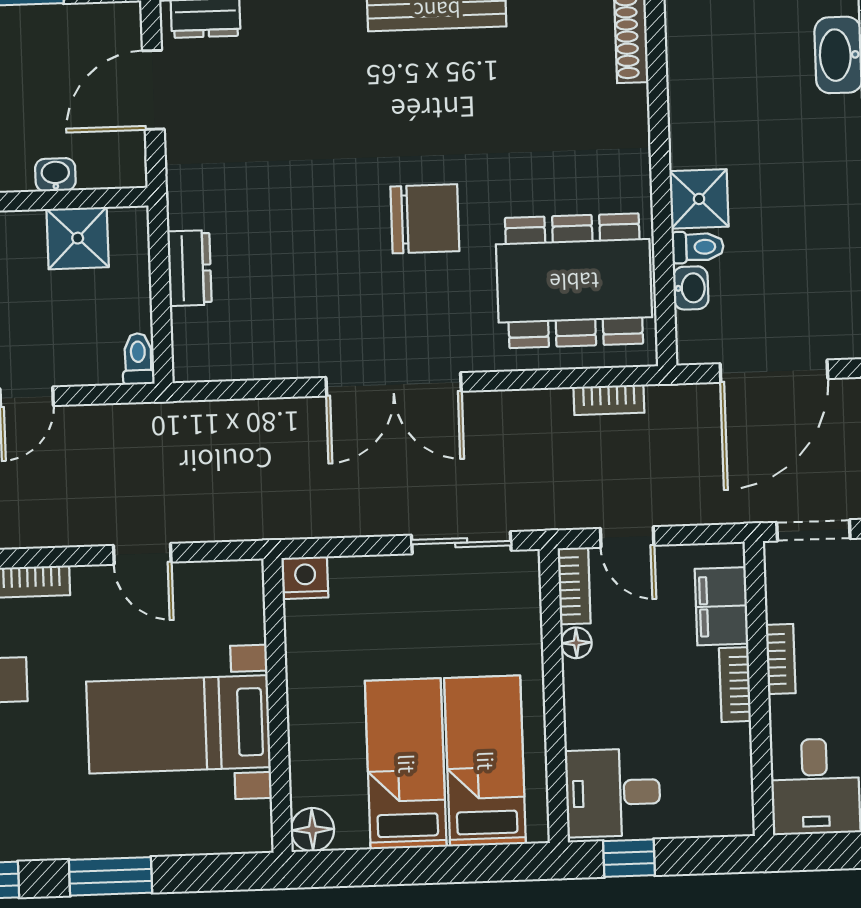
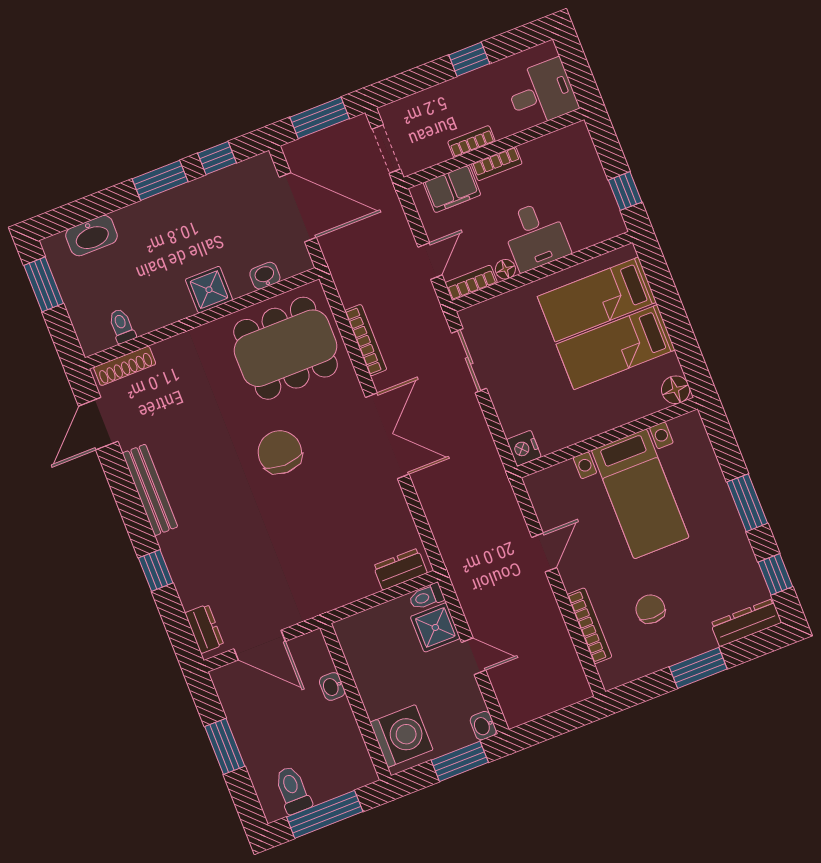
shower: (78, 238) -> (435, 627), moved
toilet: (698, 247) -> (122, 326), moved
dresser: (189, 268) -> (400, 569), moved
dining table: (574, 281) -> (286, 348), turned 90
bookcase: (609, 400) -> (366, 340), moved, width x1.56
desk: (613, 793) -> (535, 236), moved

